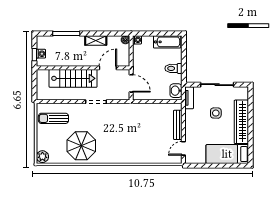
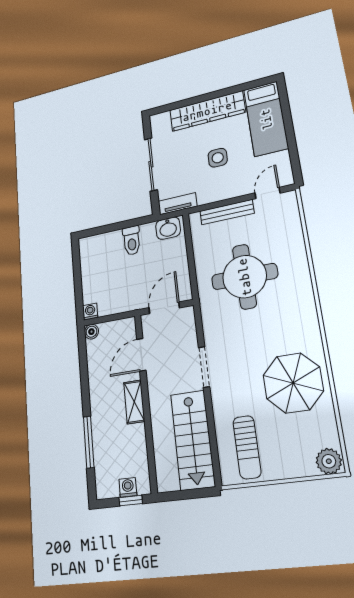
shelving: (96, 40) -> (134, 402), moved
bathtub: (167, 42) -> (90, 260), removed
door: (108, 68) -> (141, 355), hinge flipped
stairs: (73, 78) -> (193, 440), moved, turned 180
side table: (216, 113) -> (218, 158), moved
round table: (140, 129) -> (244, 277), added
door: (183, 148) -> (267, 193), swing flipped

